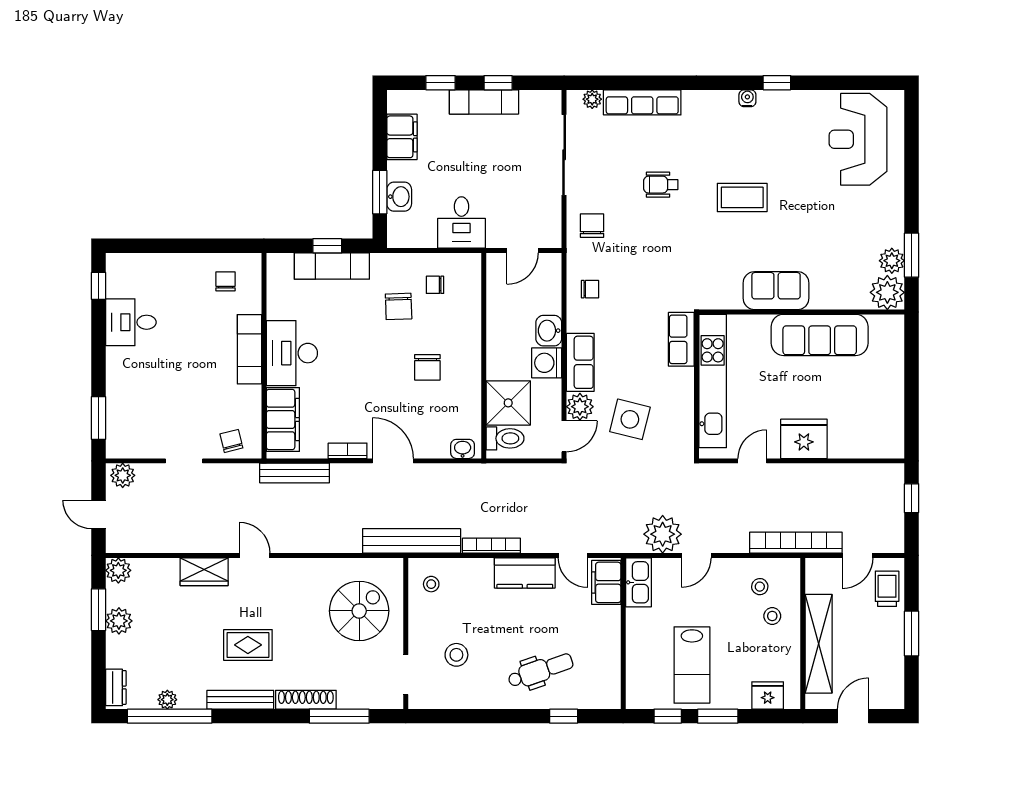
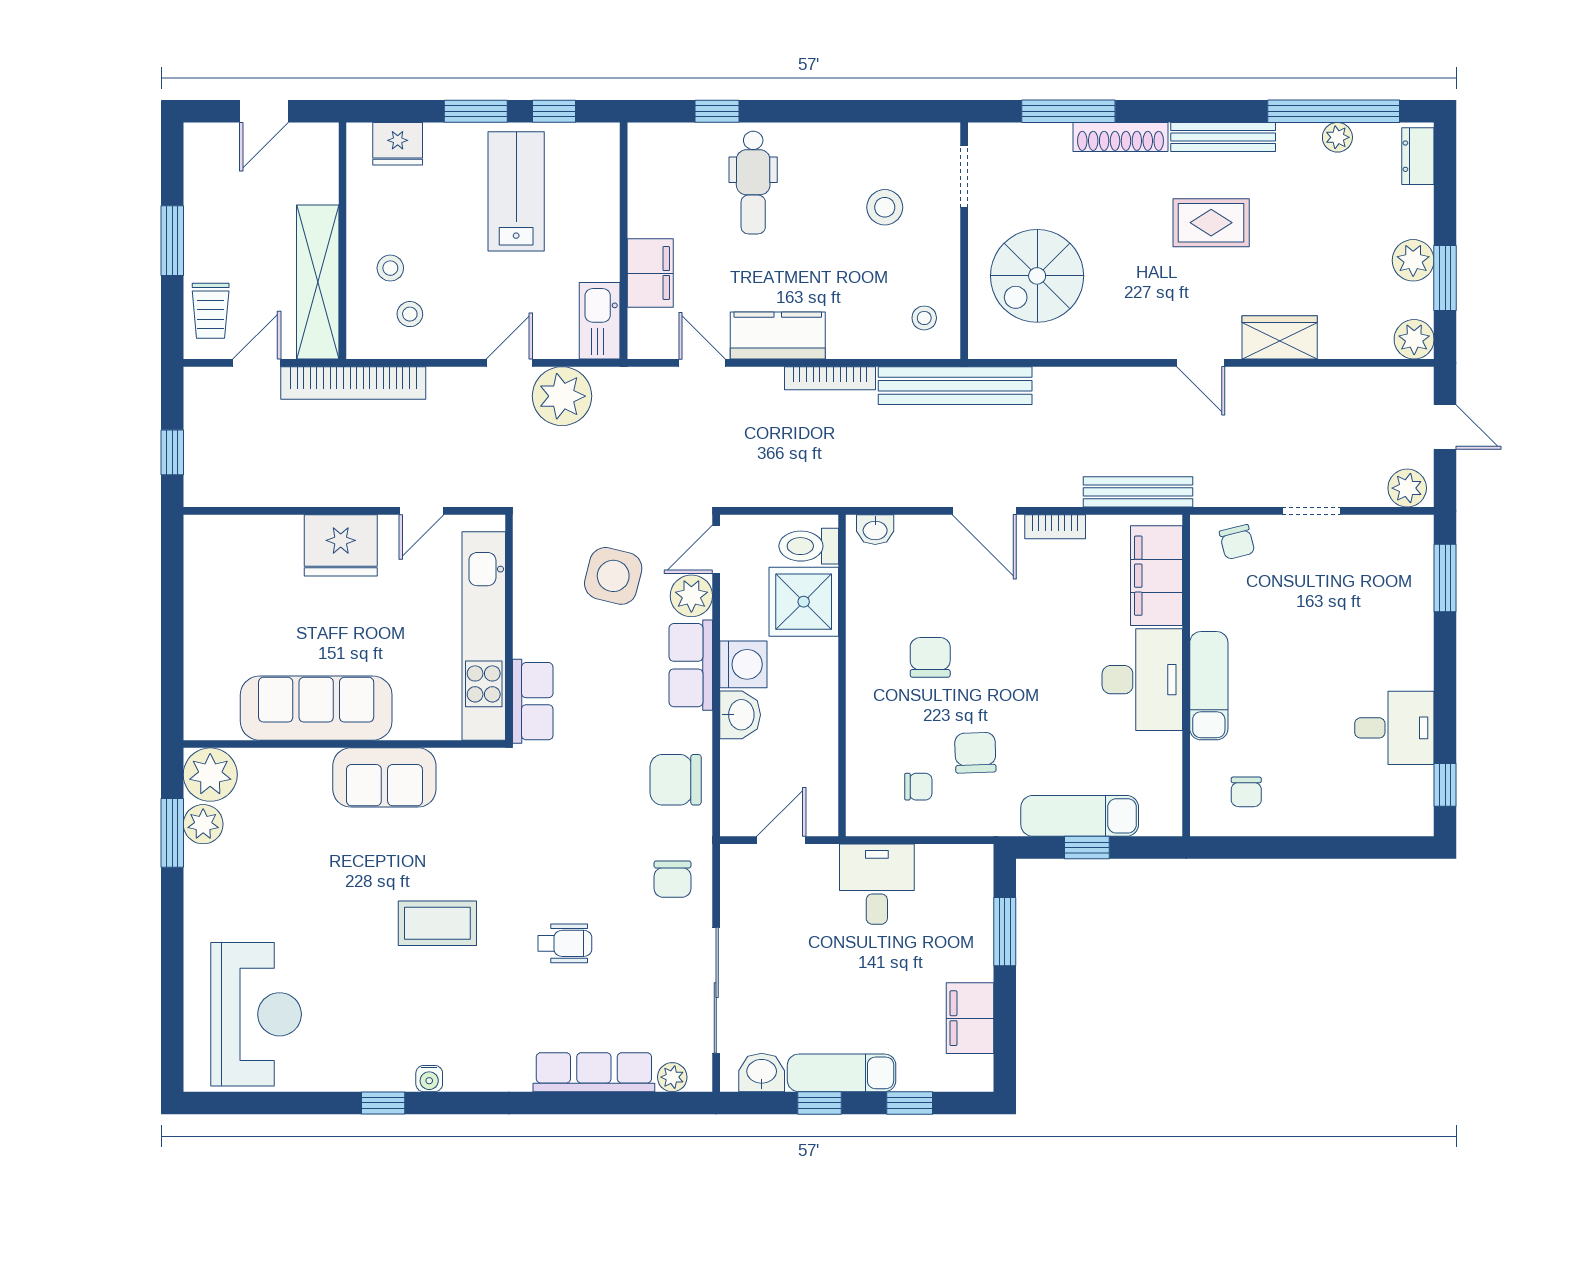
washbasin: (399, 197) -> (762, 1072), moved, turned 90
chair: (590, 289) -> (676, 780), width x1.87, depth x1.87
filing cabinet: (606, 582) -> (650, 273), moved
shelving: (819, 644) -> (318, 282), moved
dental chair: (540, 671) -> (753, 183), turned -71

